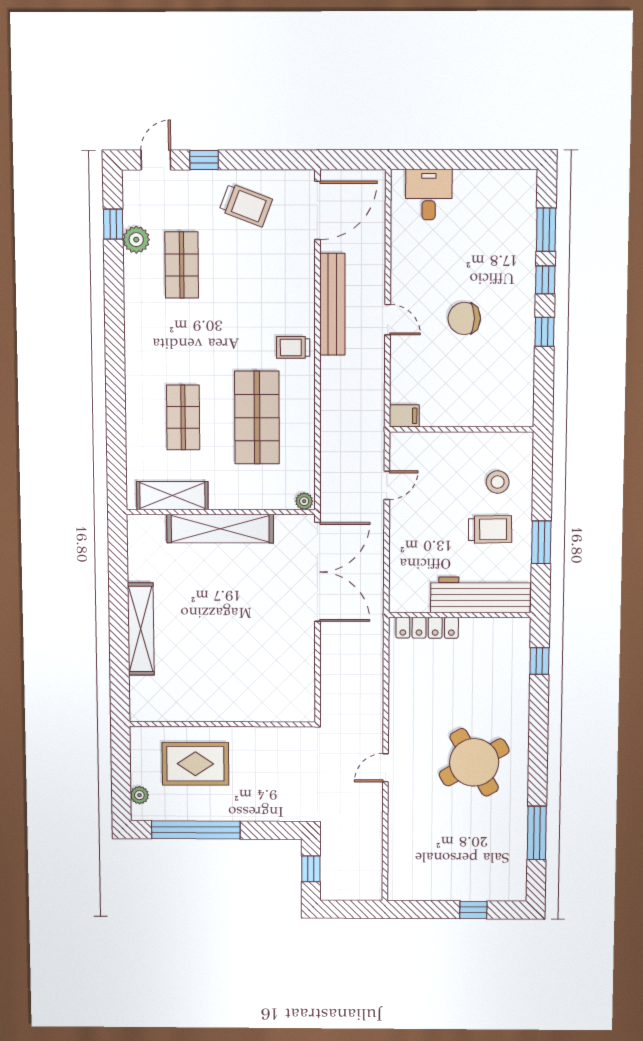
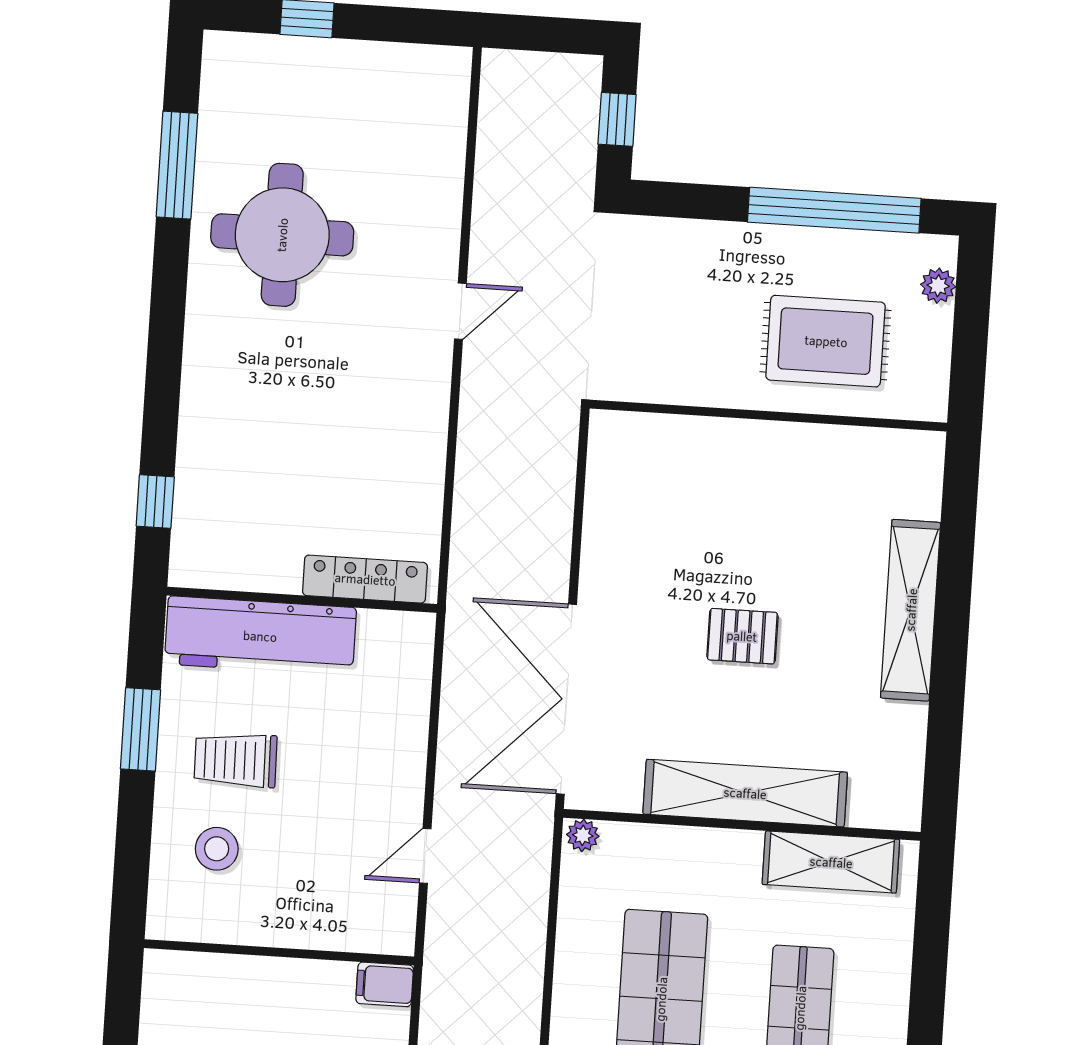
pallet: (227, 610) -> (742, 636), added
round table: (474, 762) -> (282, 235), moved, turned 30

